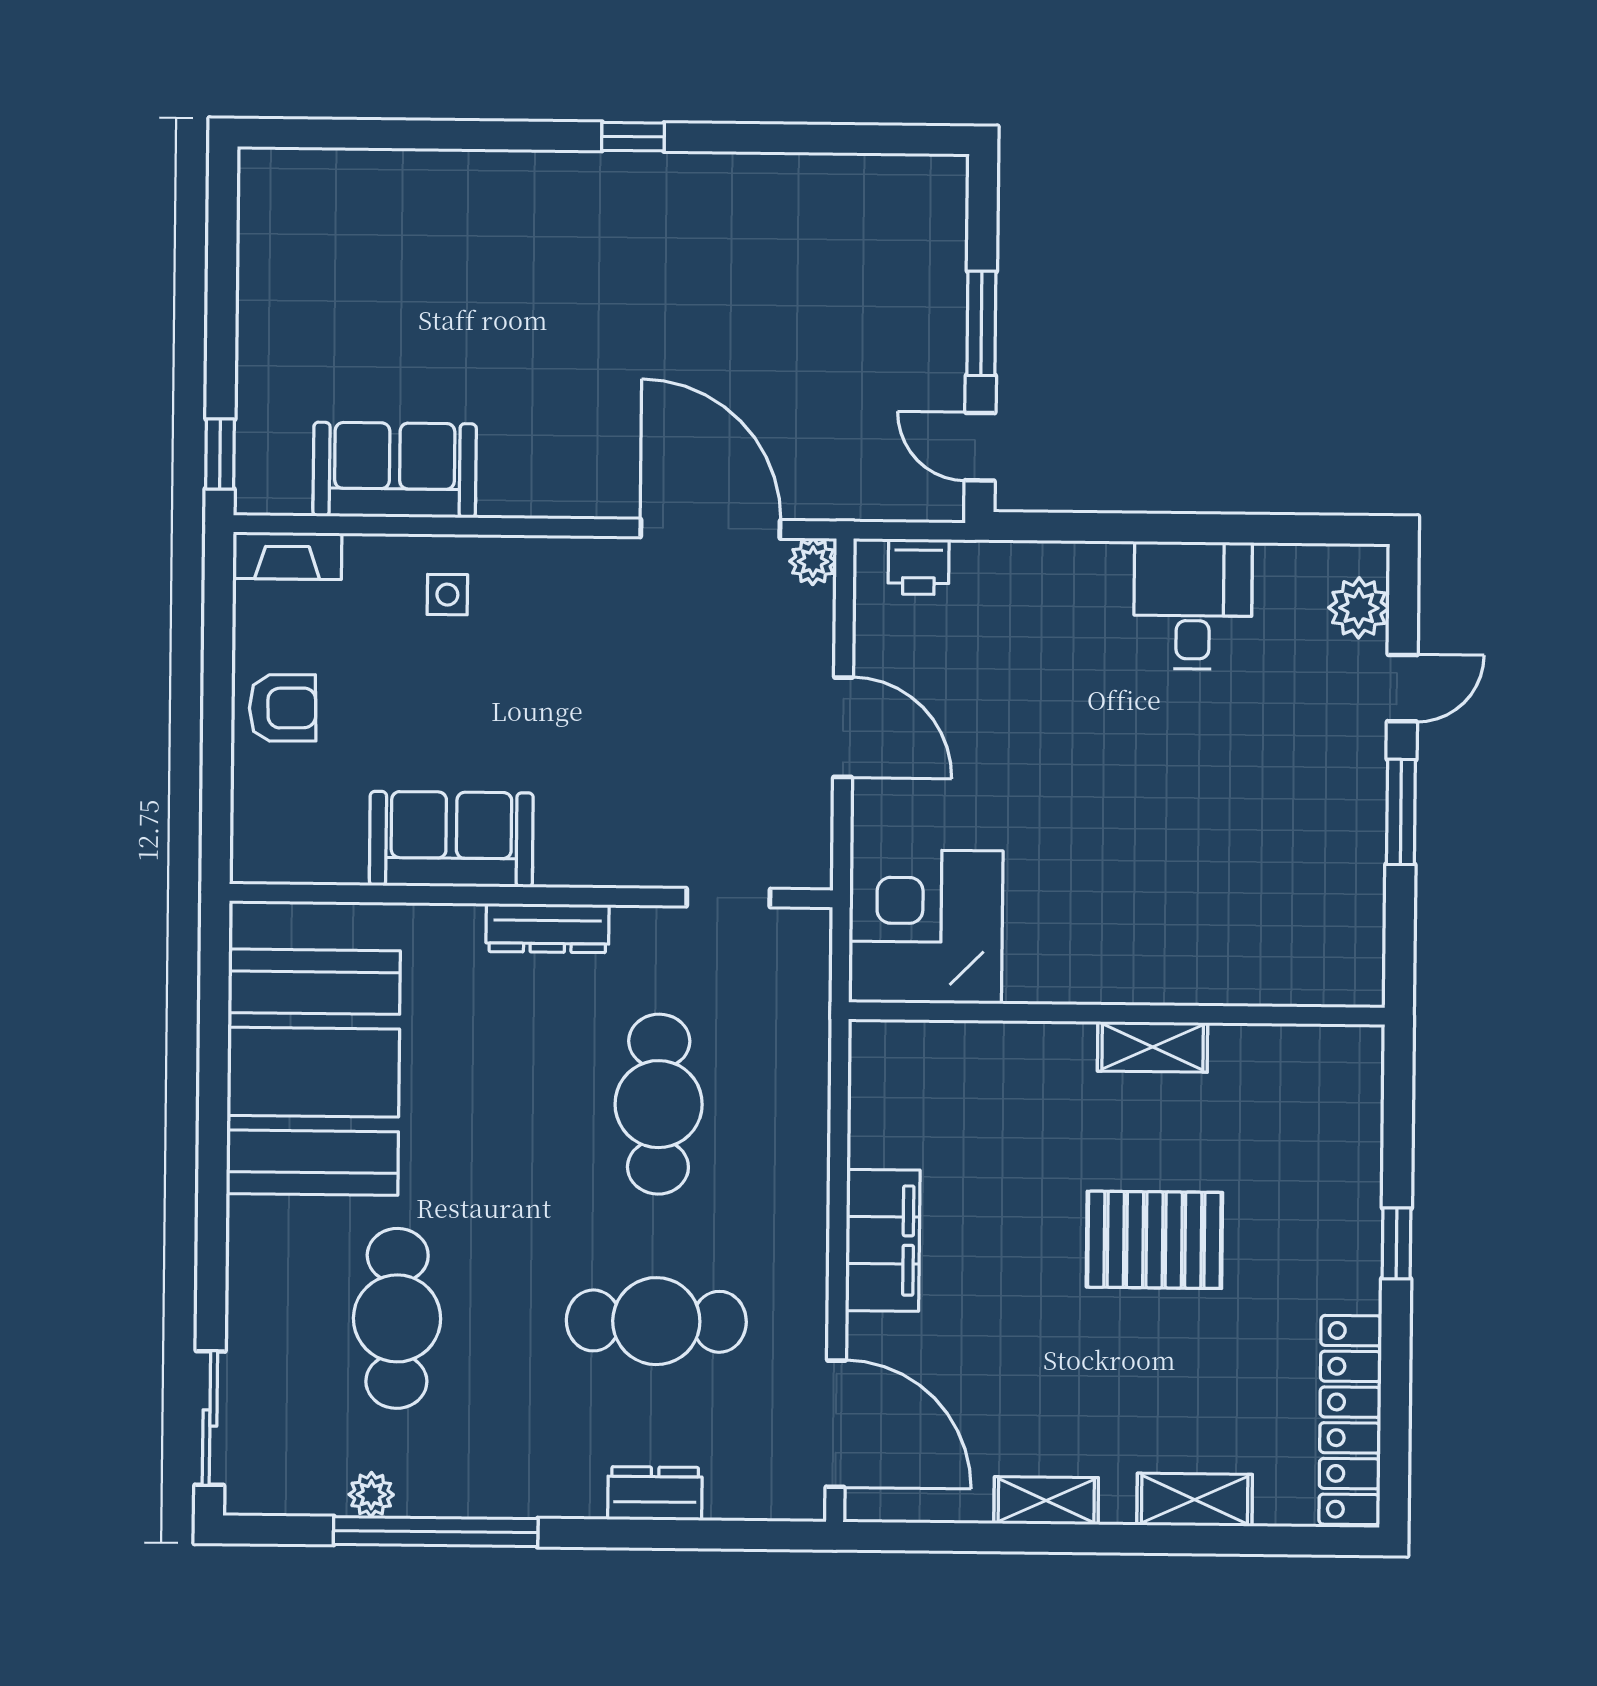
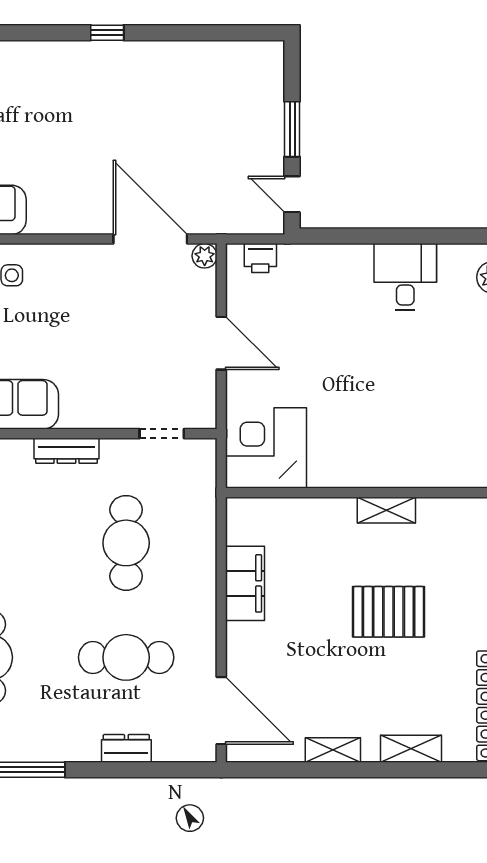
filing cabinet: (883, 1240) -> (245, 583), moved

